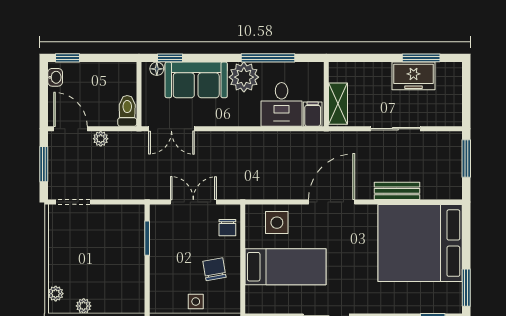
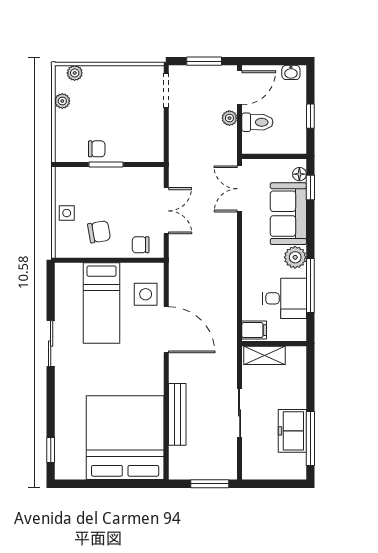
window: (67, 58) -> (310, 116), moved
window: (421, 58) -> (310, 439), width x1.44
plant: (244, 77) -> (295, 257), width x0.73, depth x0.73
desk: (282, 104) -> (284, 298), moved, turned 180
toilet: (127, 111) -> (257, 122), moved
bench: (397, 191) -> (177, 414), width x1.36
door: (332, 202) -> (166, 330), moved
window: (147, 238) -> (106, 165), moved
chair: (131, 272) -> (97, 149), added
window: (466, 288) -> (81, 484), removed

